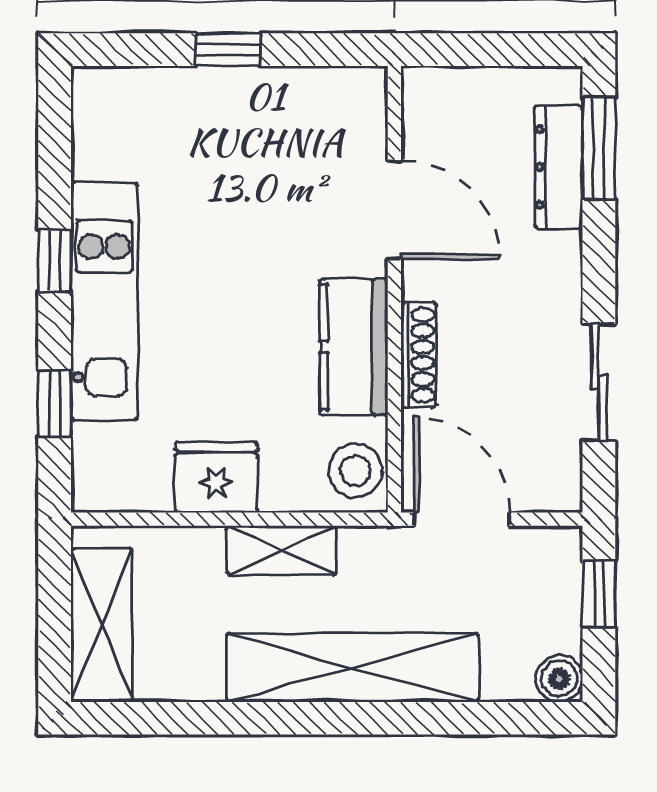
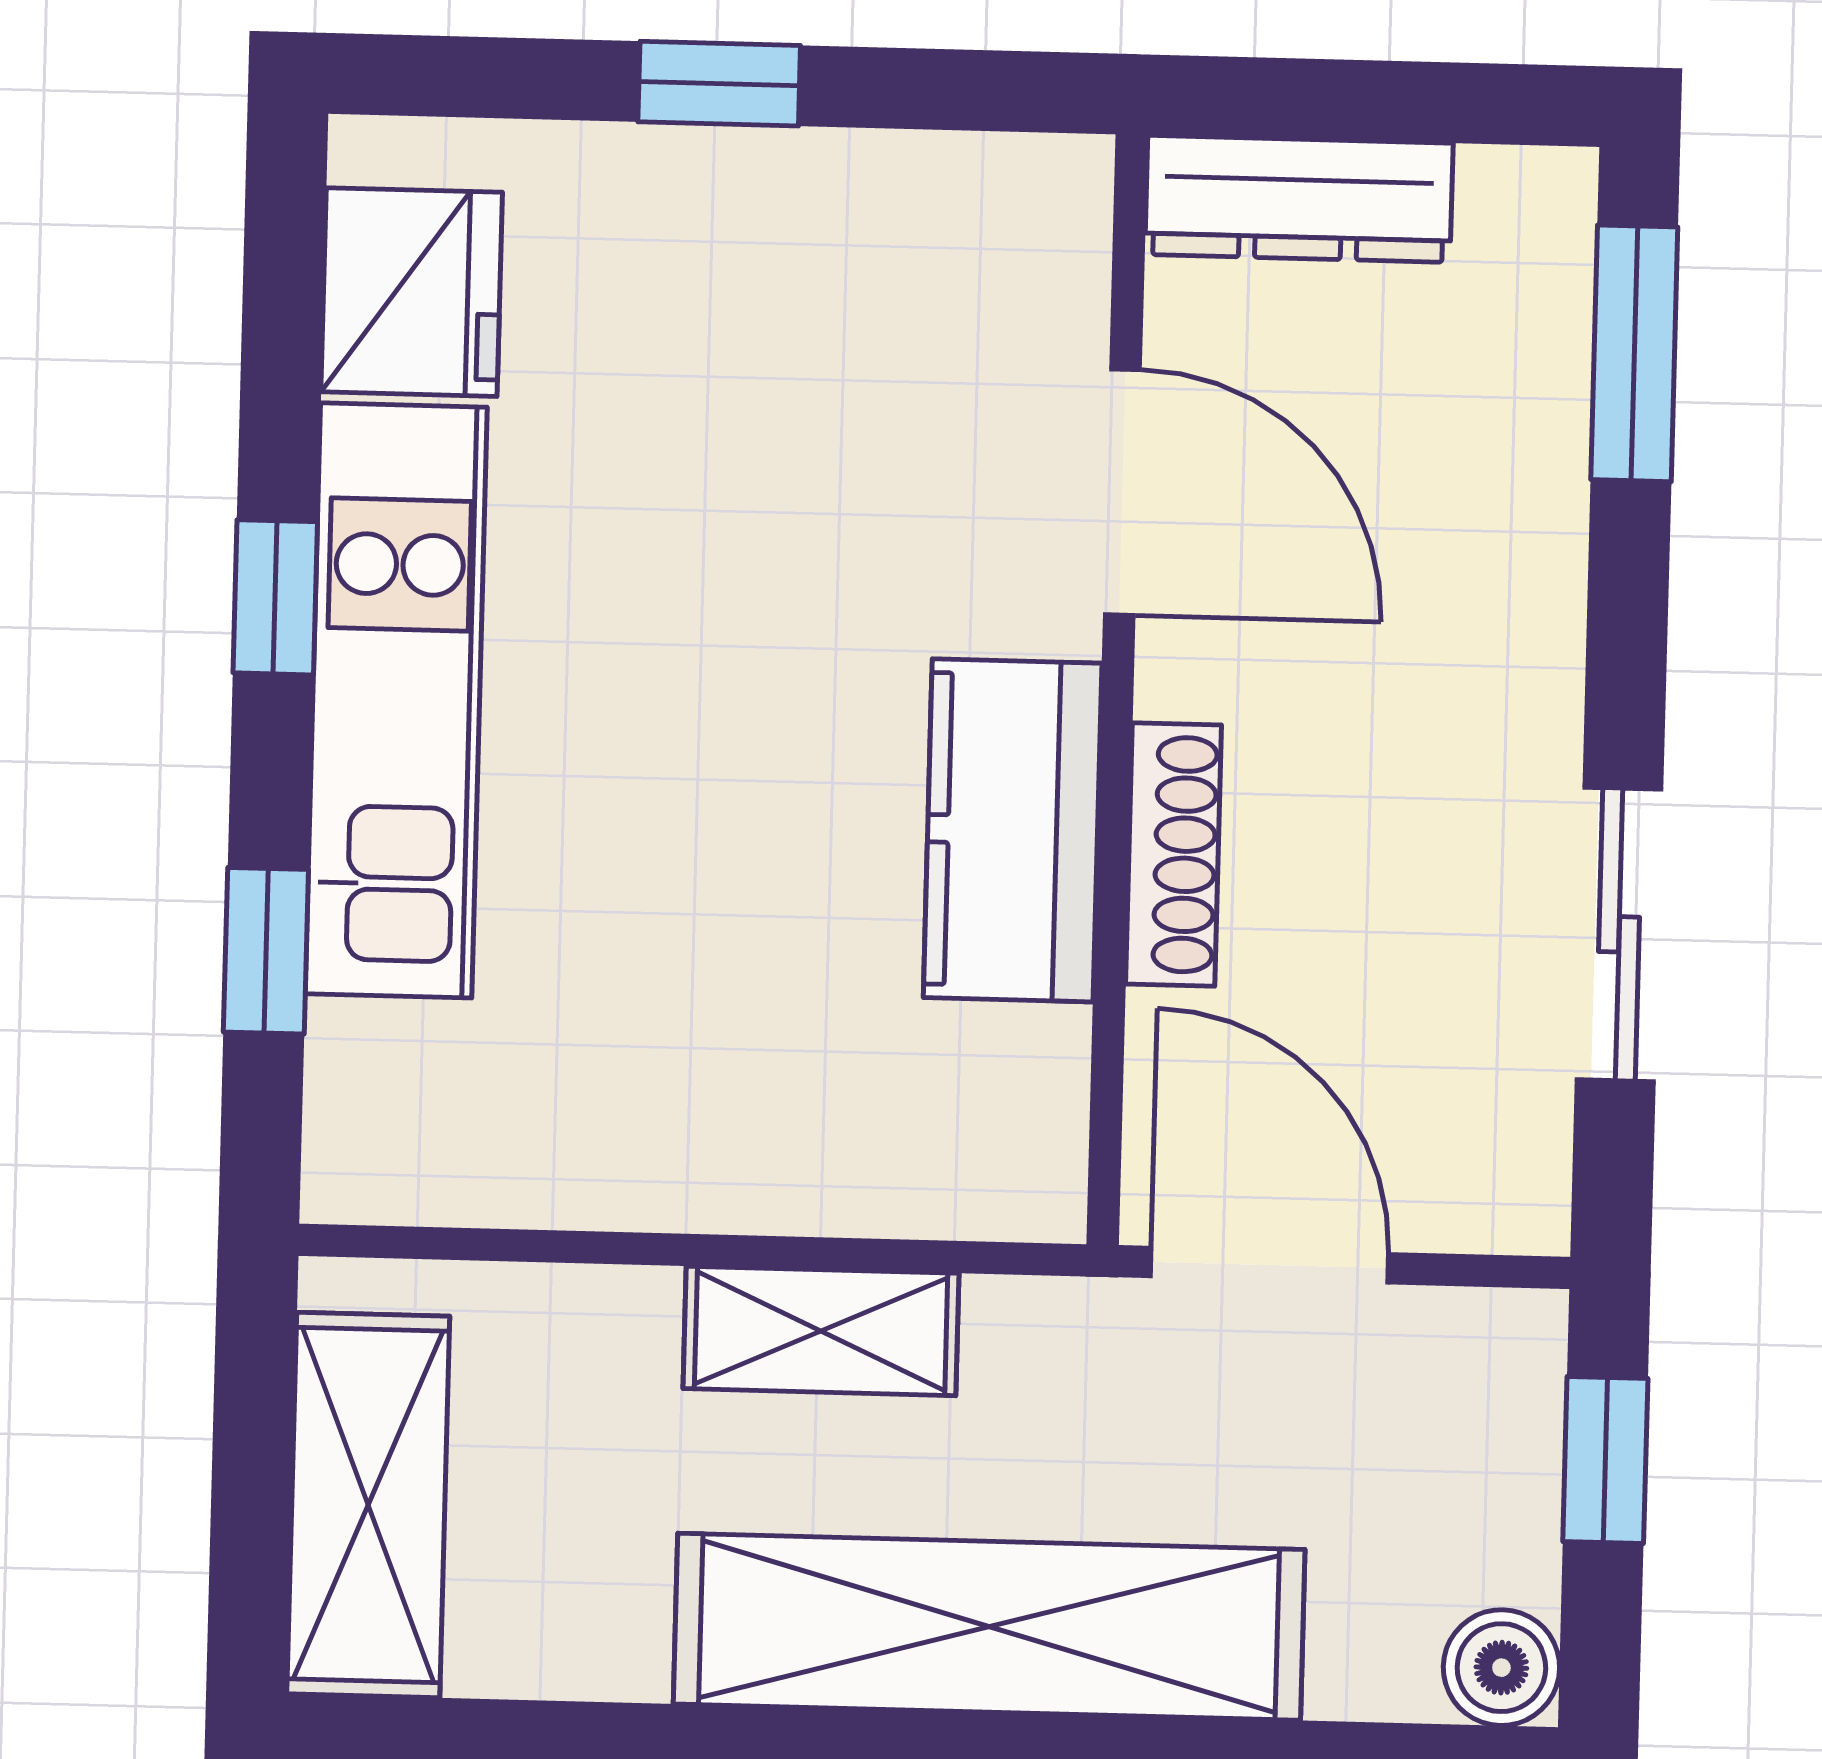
dresser: (559, 167) -> (1299, 199), moved, turned -90
stool: (355, 471) -> (1008, 1138), removed
fridge: (216, 477) -> (412, 292), moved, turned 90

